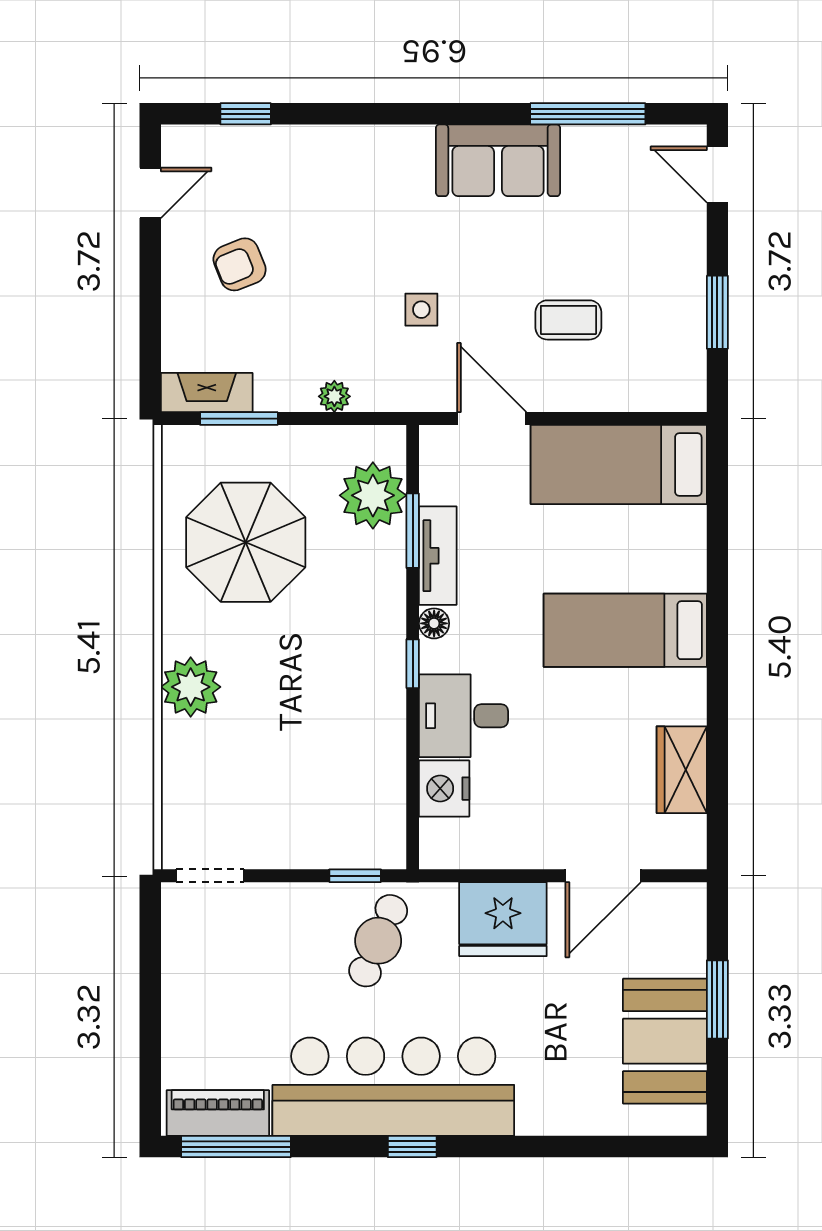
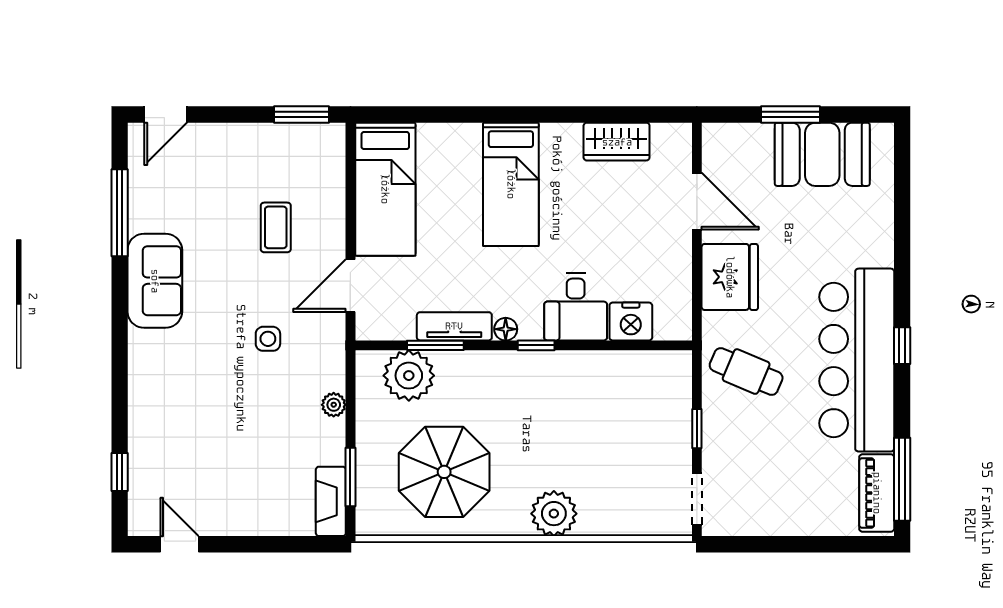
armchair: (240, 264) -> (234, 477), removed
window: (717, 312) -> (302, 114), moved
window: (355, 876) -> (697, 429), moved

